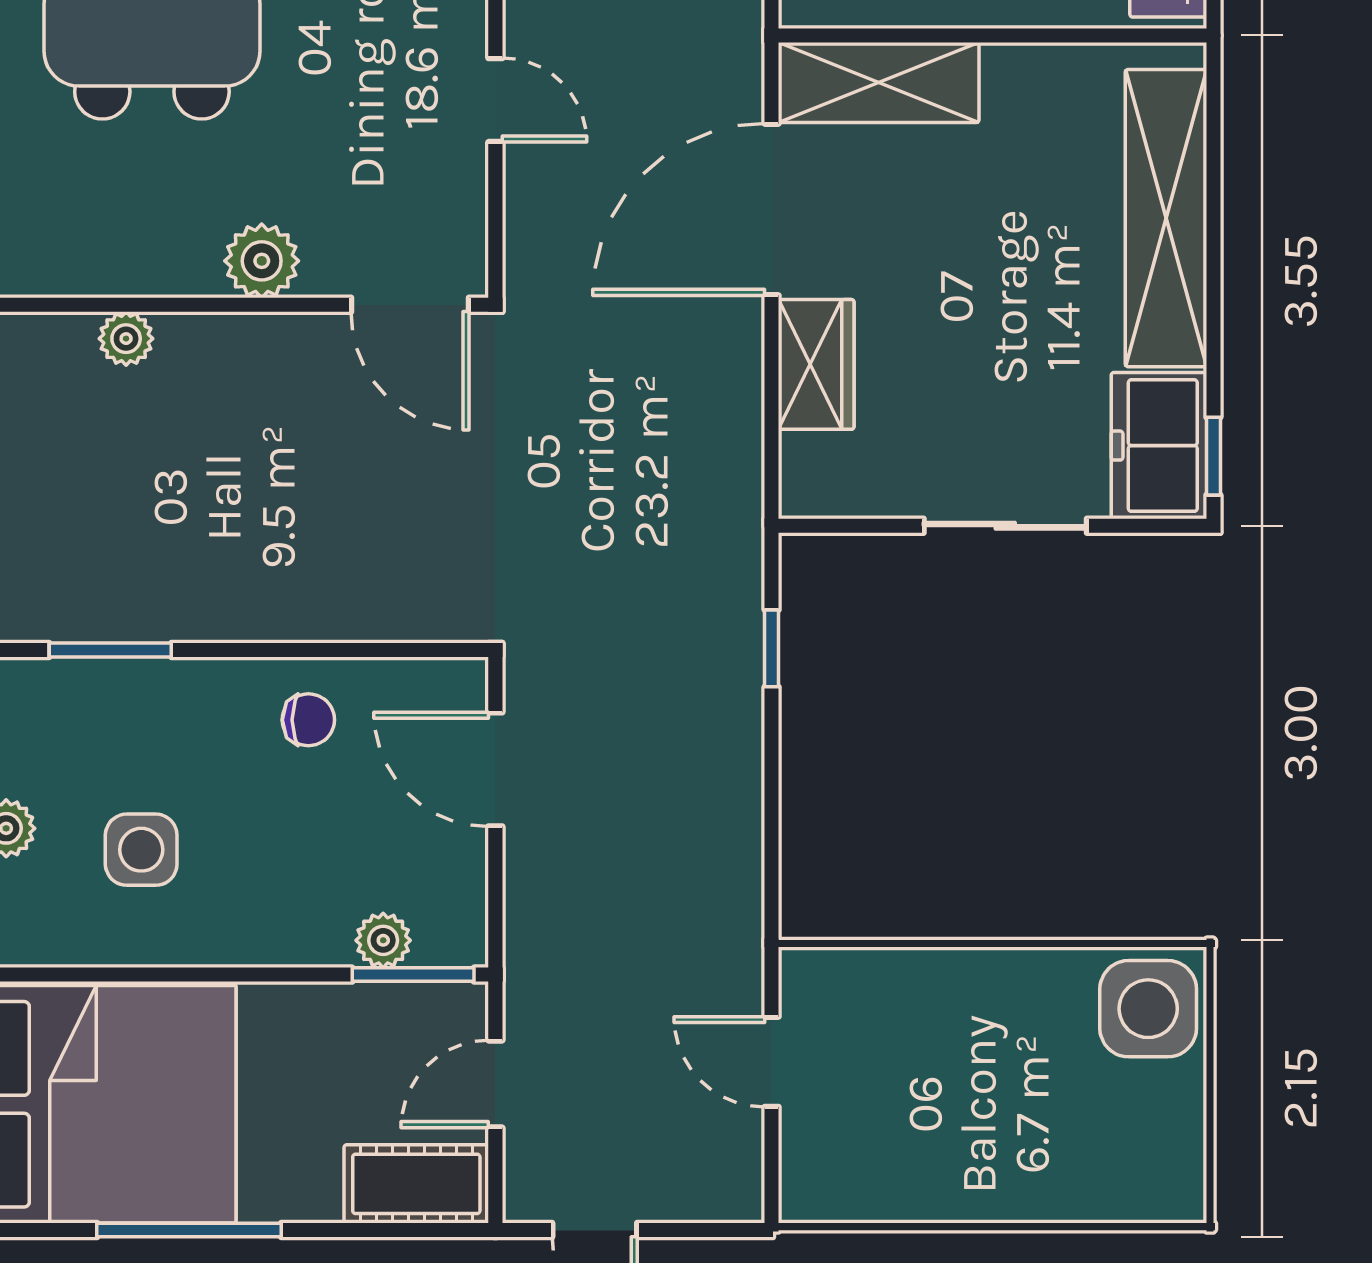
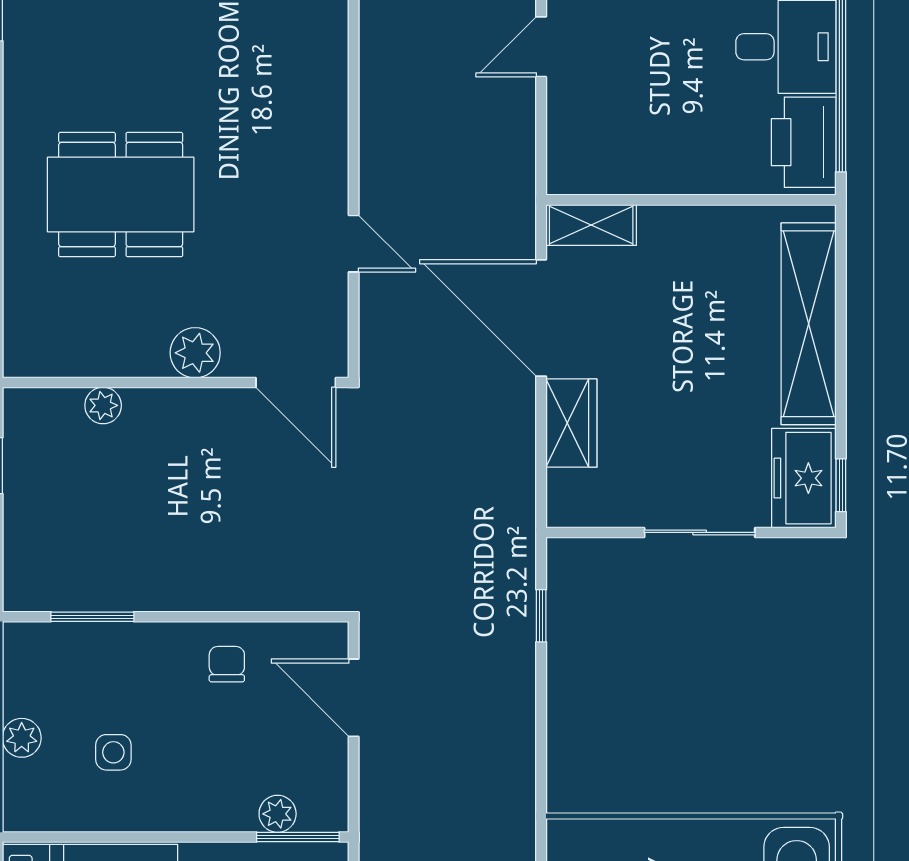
shelving: (879, 82) -> (591, 225), width x0.67, depth x0.75
door: (772, 210) -> (541, 318), hinge flipped
chair: (308, 720) -> (227, 664), turned -90
side table: (141, 850) -> (113, 752), width x0.73, depth x0.73

